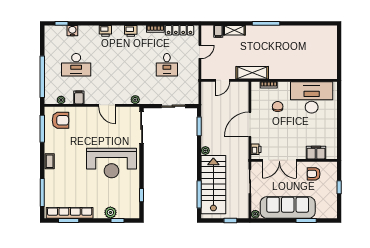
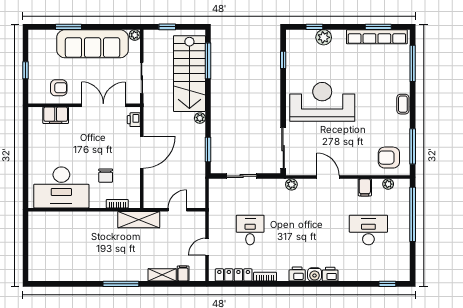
water cooler: (72, 31) -> (315, 274), moved

